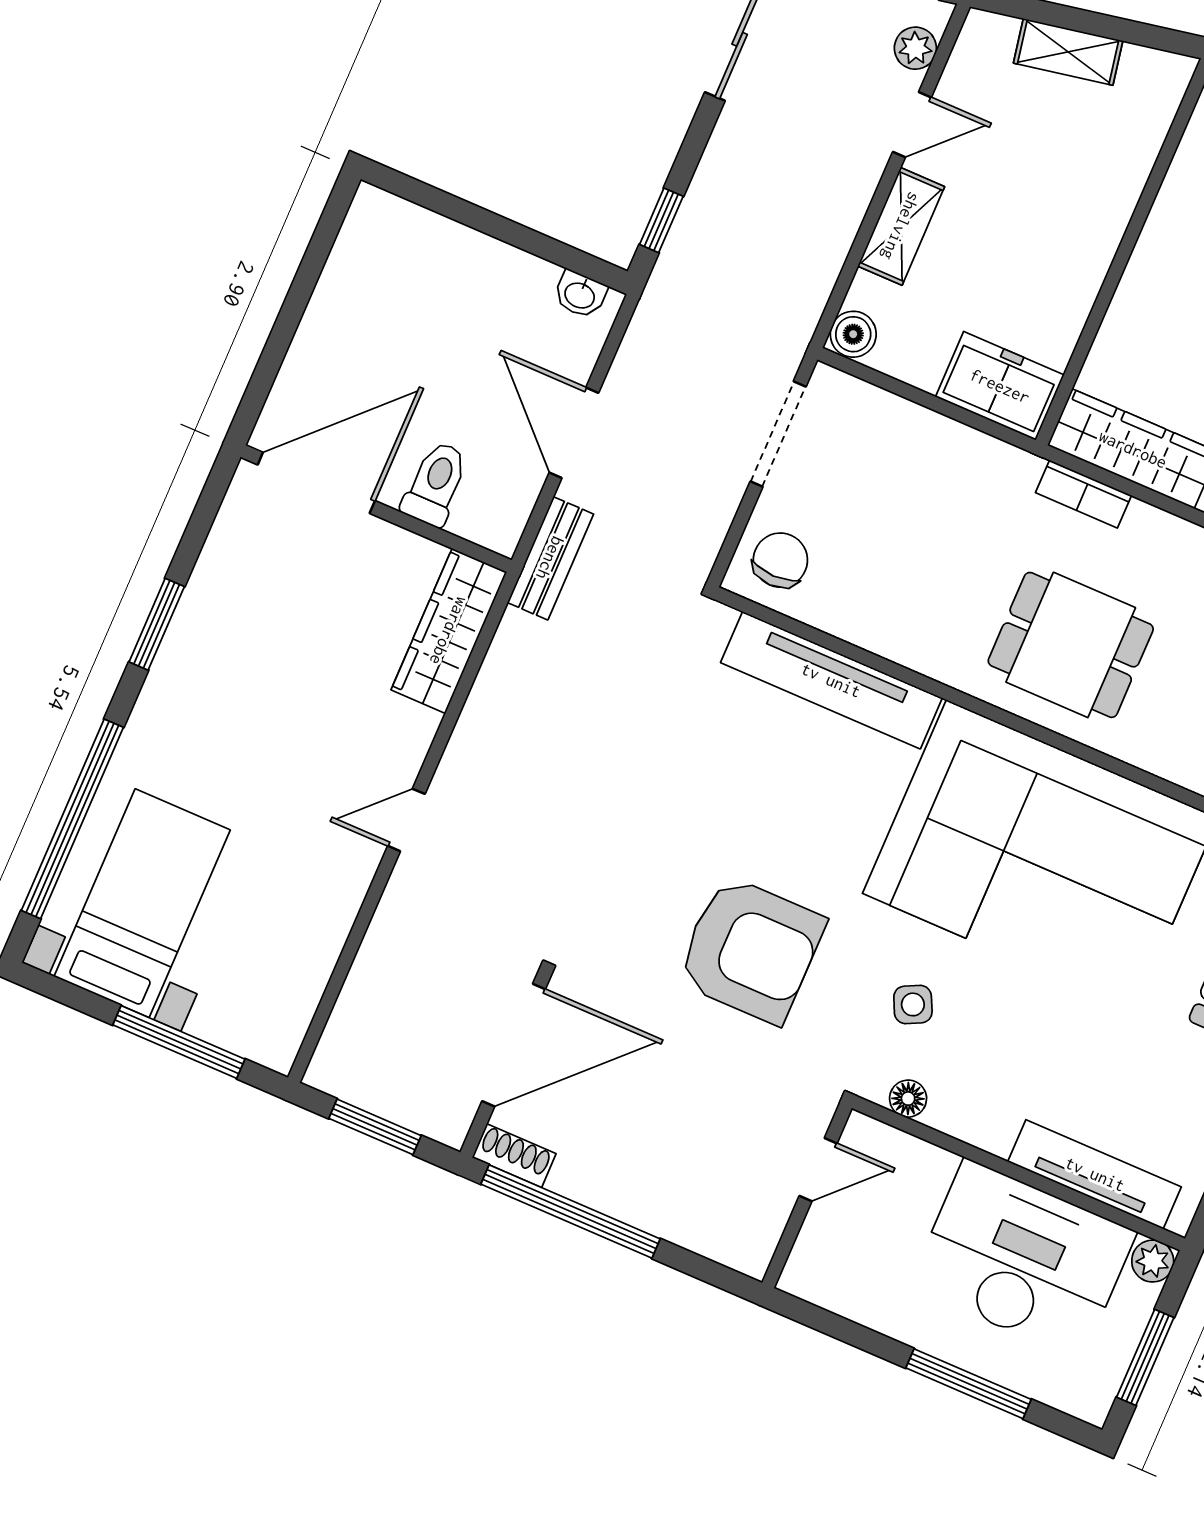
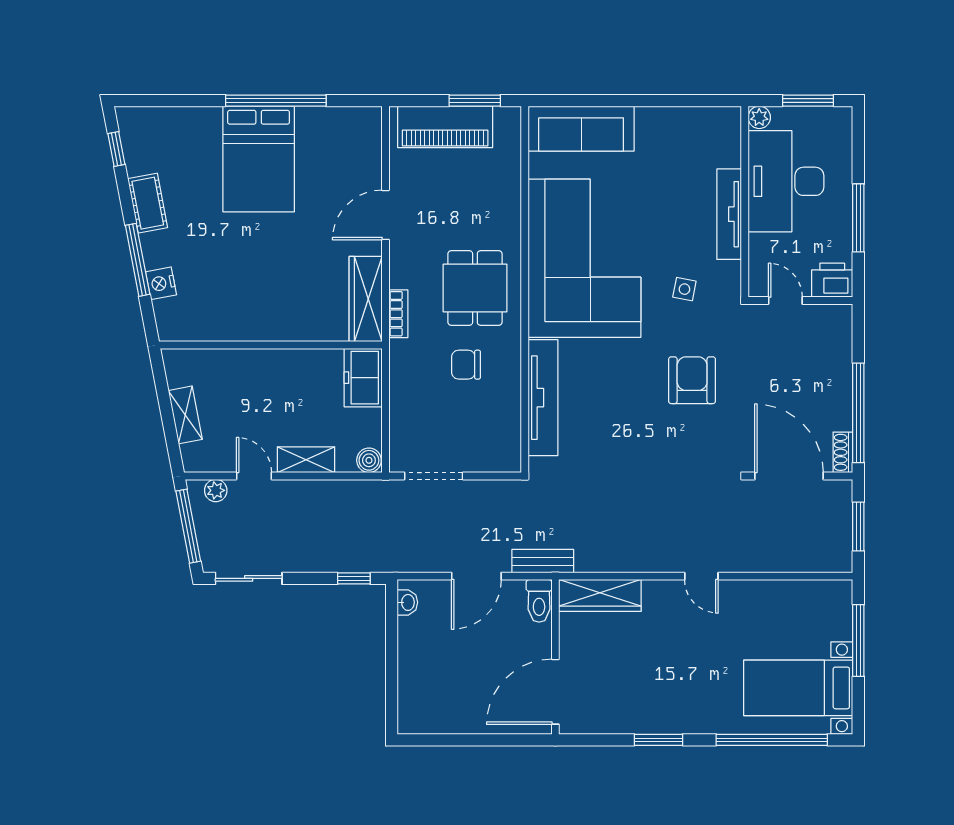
door: (316, 483) -> (555, 692), hinge flipped
toilet: (435, 484) -> (539, 601), moved, turned -90
chair: (780, 560) -> (466, 365), moved
armchair: (751, 950) -> (692, 380), width x0.73, depth x0.73
side table: (913, 1004) -> (684, 289), turned 37
floor lamp: (908, 1099) -> (732, 272), removed
tv unit: (1095, 1174) -> (729, 214), moved
printer: (818, 1265) -> (832, 280), added
window: (969, 1384) -> (858, 218), moved

